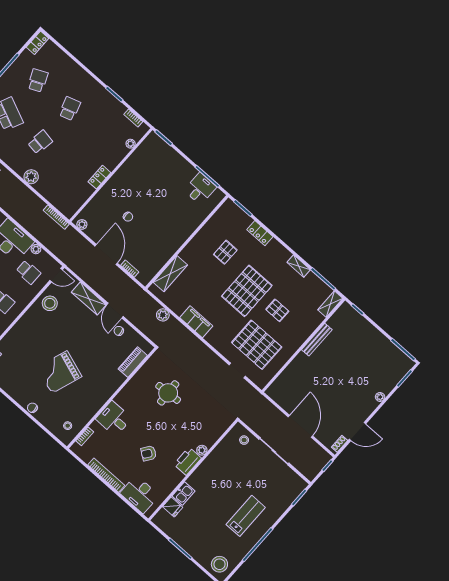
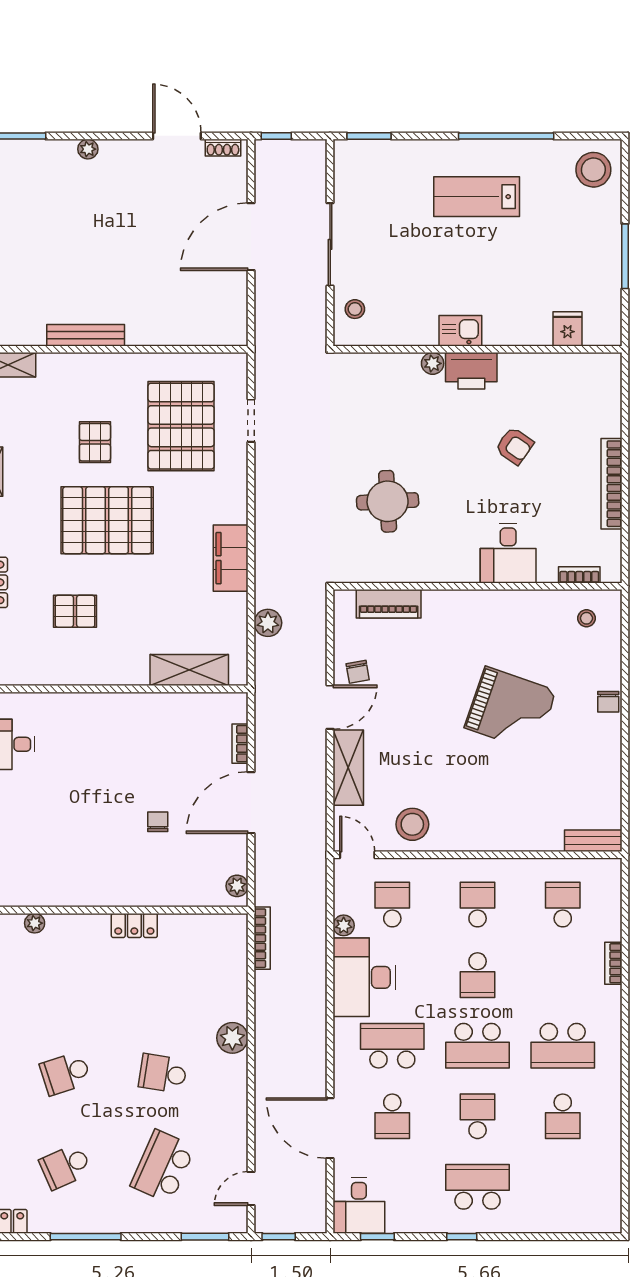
desk: (140, 494) -> (594, 401), removed
kitchen sink: (184, 494) -> (460, 331), moved

